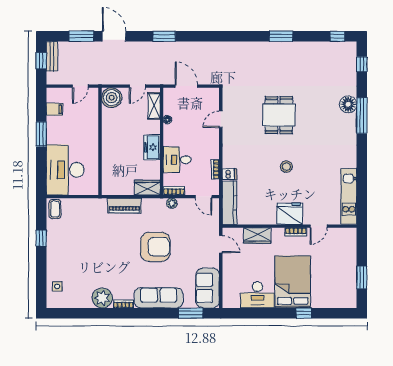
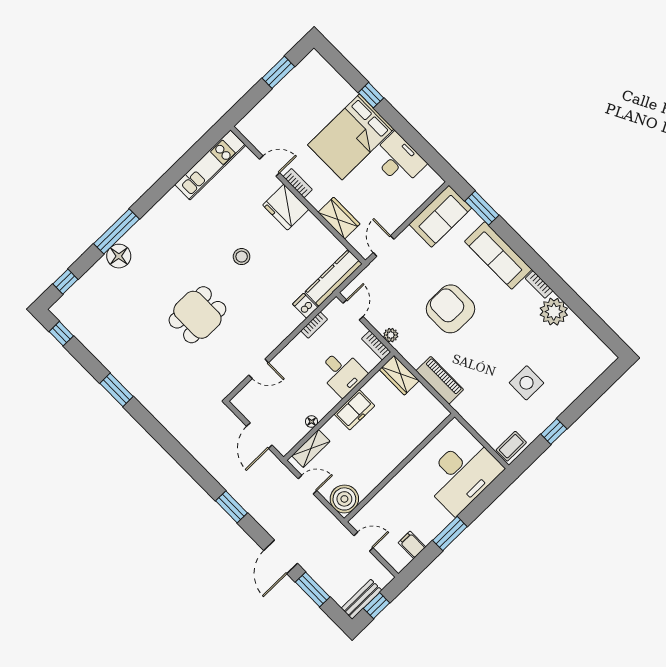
side table: (57, 286) -> (526, 383), moved, width x1.87, depth x1.87

